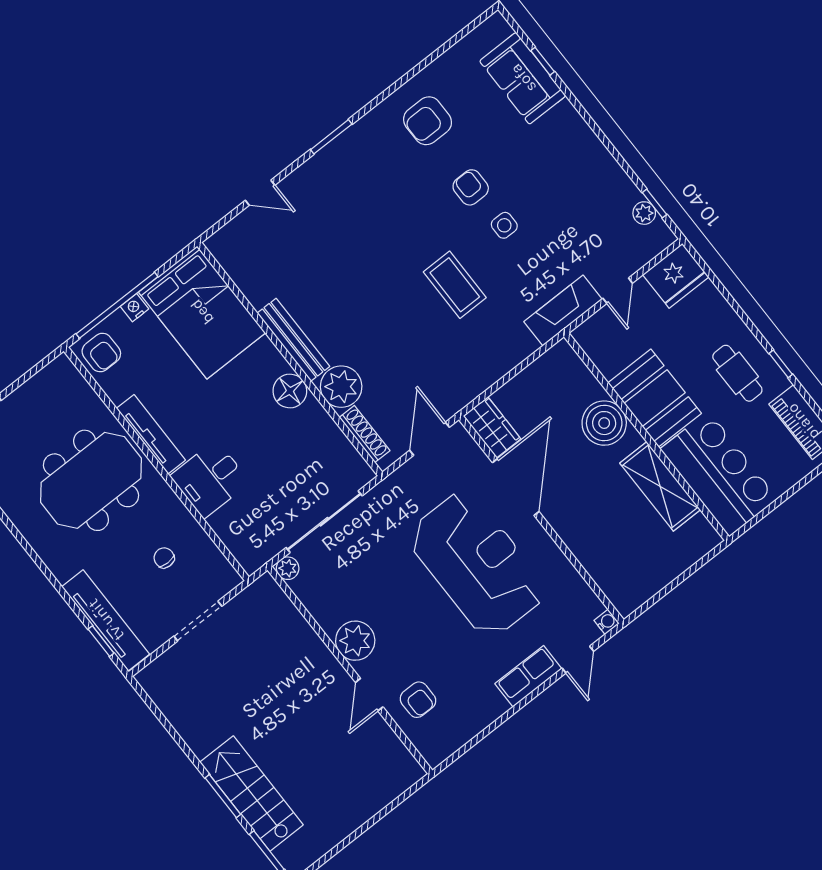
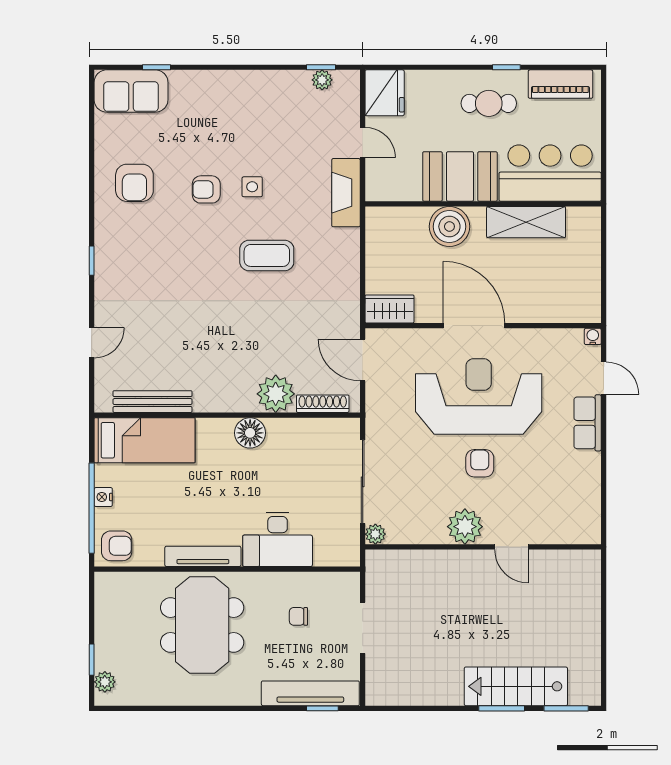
sofa: (523, 78) -> (131, 91), moved
window: (331, 137) -> (92, 261), width x0.67
bed: (202, 312) -> (145, 440), width x0.67
bench: (293, 340) -> (153, 402), moved
desk: (210, 479) -> (278, 539), width x1.37
door: (516, 487) -> (474, 326), moved
armchair: (418, 700) -> (480, 463), moved, turned -90

